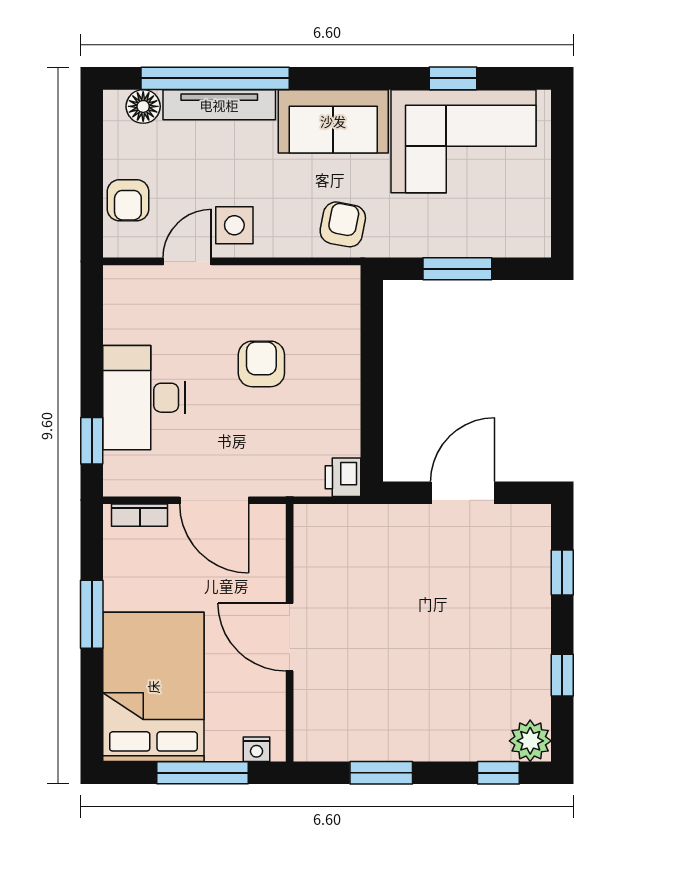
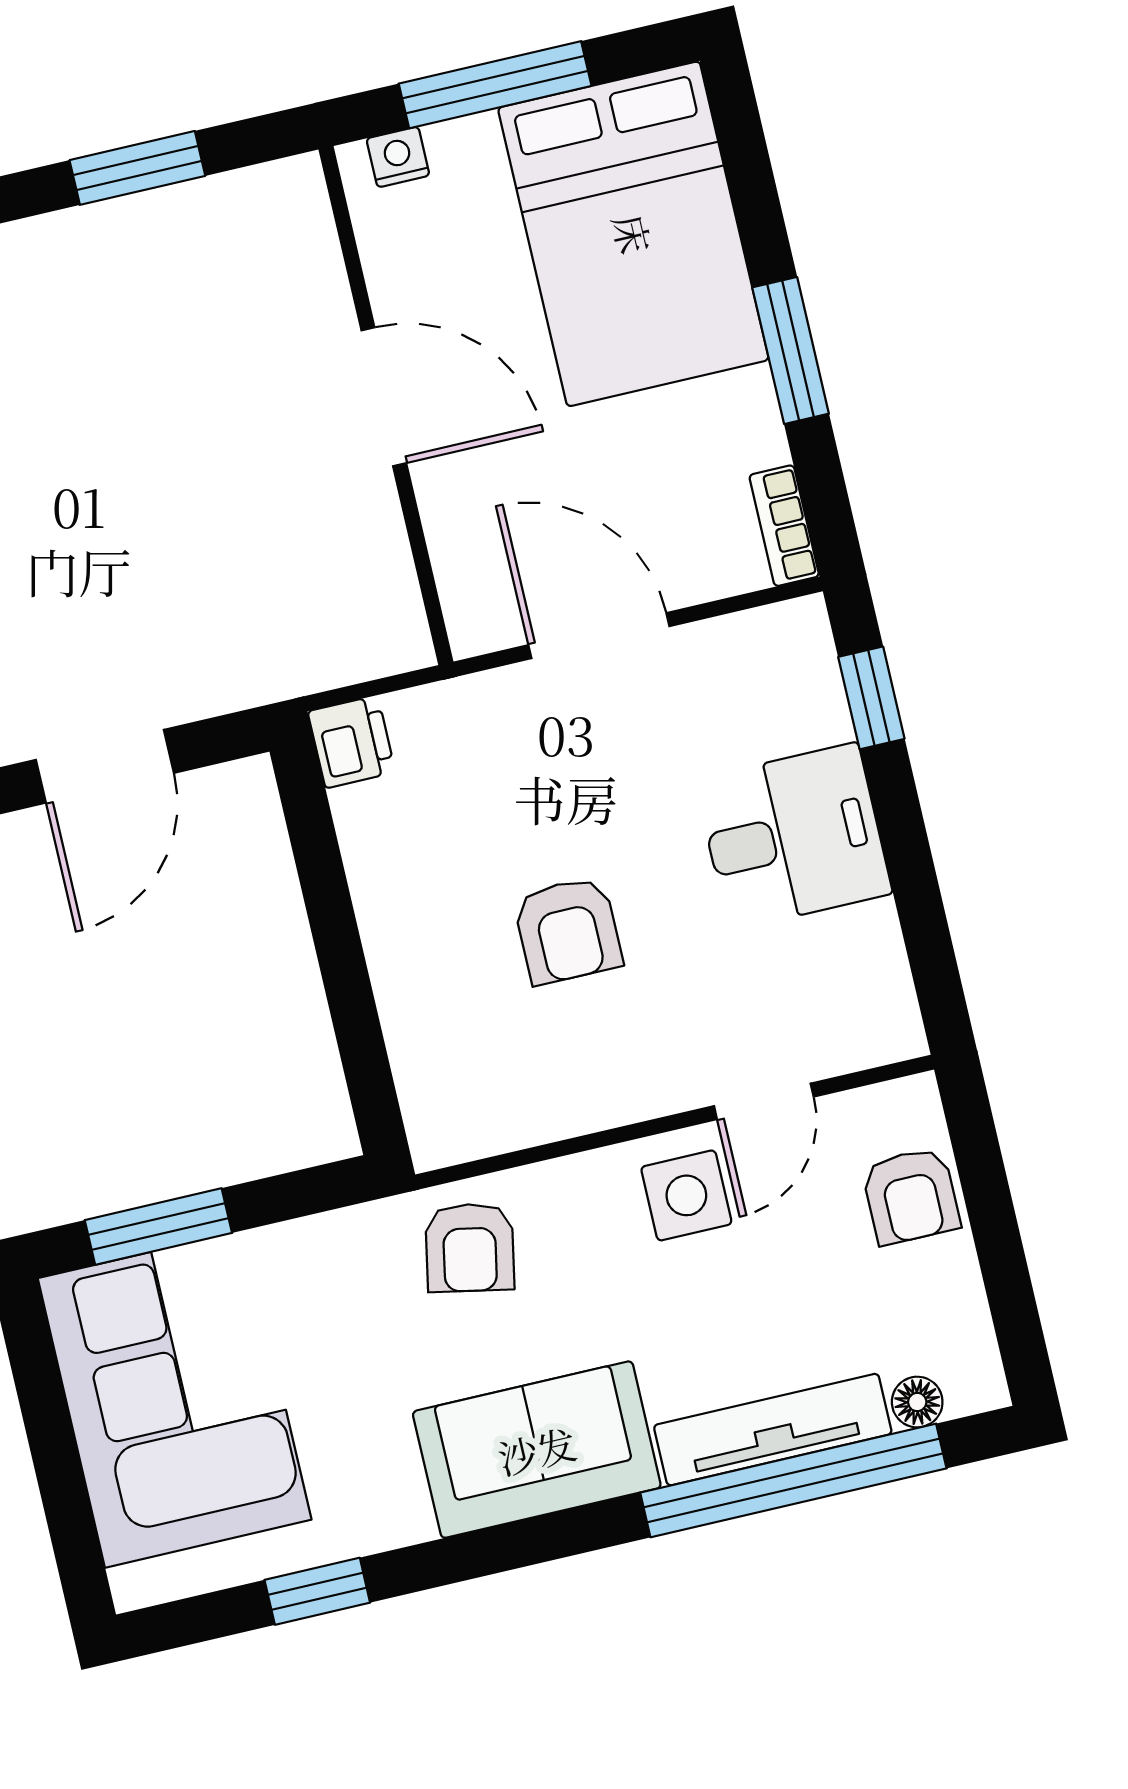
floor lamp: (143, 106) -> (917, 1402), width x0.73, depth x0.73
corner sofa: (464, 141) -> (175, 1399), moved, turned 90
armchair: (128, 200) -> (911, 1196), turned 180
window: (457, 269) -> (158, 1226), moved
desk: (144, 398) -> (794, 837), width x0.73
bookcase: (140, 515) -> (784, 526), moved, turned -90

